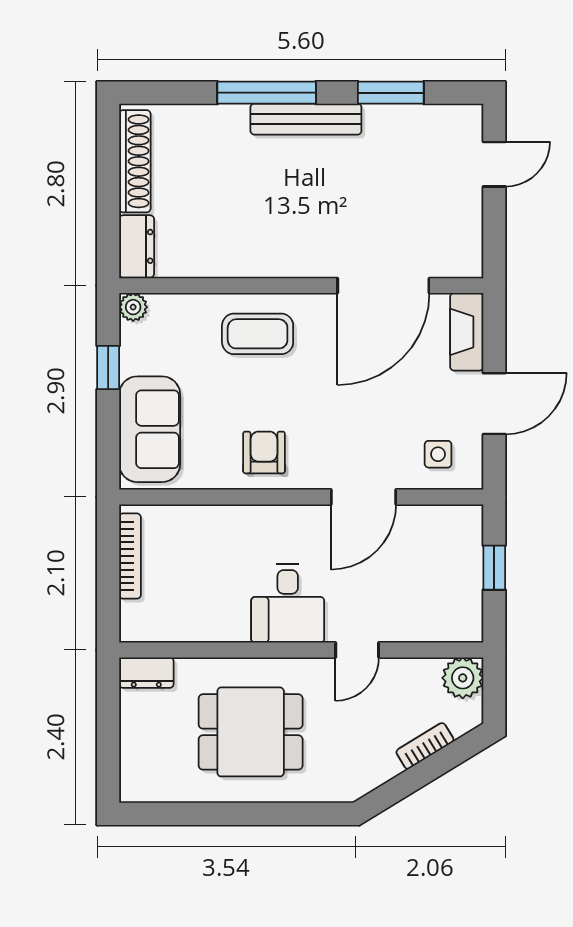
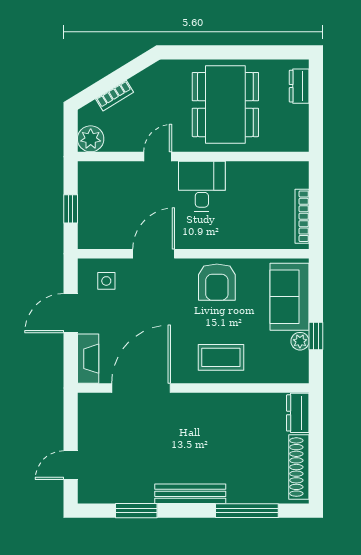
window: (267, 93) -> (247, 511), moved
plant: (133, 307) -> (300, 341), moved
armchair: (264, 452) -> (217, 282), width x1.38, depth x1.38
dresser: (146, 673) -> (299, 86), moved, turned -90
dining table: (251, 732) -> (225, 105), width x1.38

